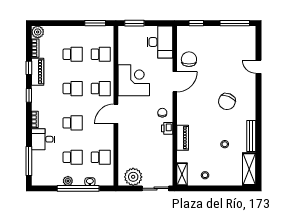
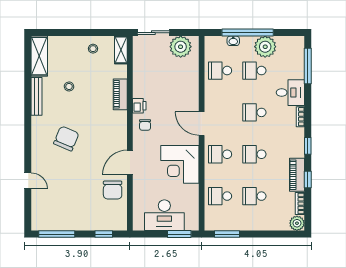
desk: (160, 42) -> (164, 215), moved, turned -90
door: (116, 114) -> (202, 124), swing flipped
plant: (68, 181) -> (265, 47), width x1.87, depth x1.87

